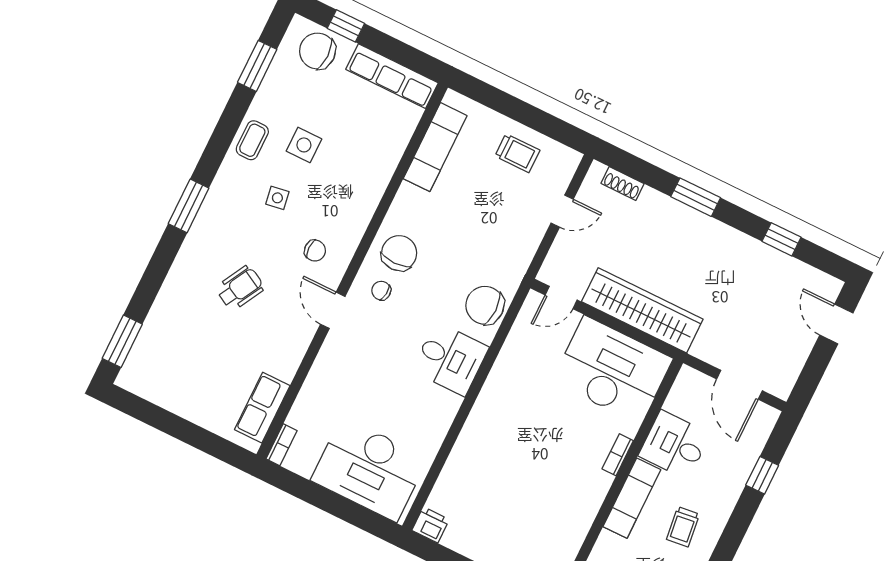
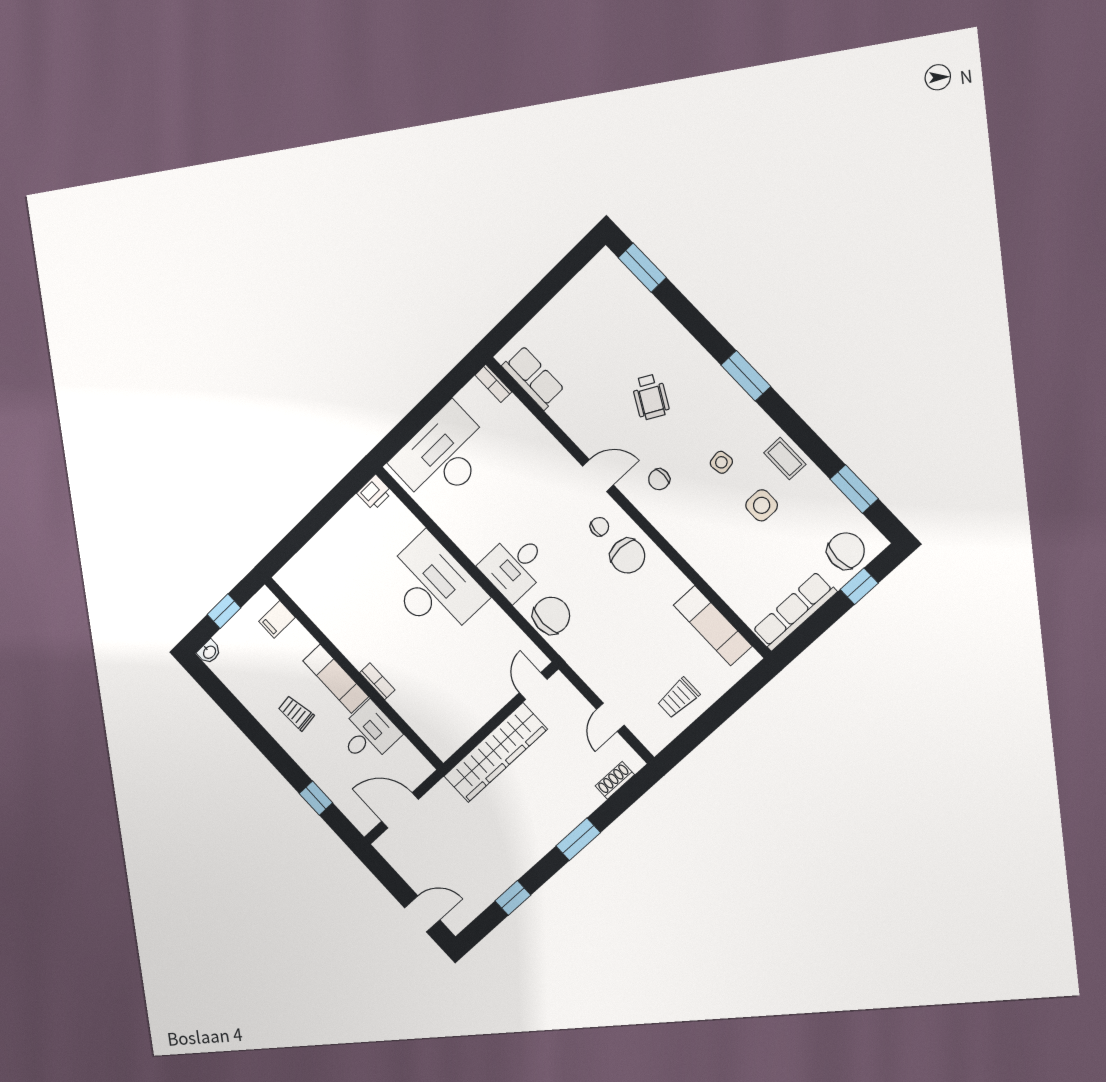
desk: (612, 370) -> (433, 587), moved, turned -90

